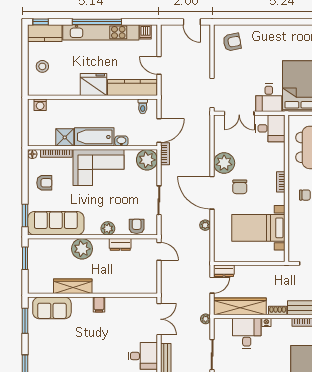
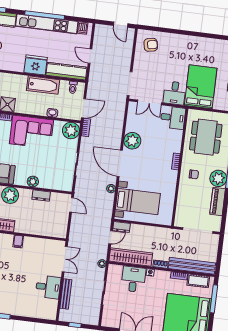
bathtub: (94, 137) -> (43, 85), moved, turned 180
chair: (240, 187) -> (142, 161), removed
armchair: (137, 226) -> (56, 183), removed
bed with nightstands: (258, 228) -> (138, 201), moved, turned 180

